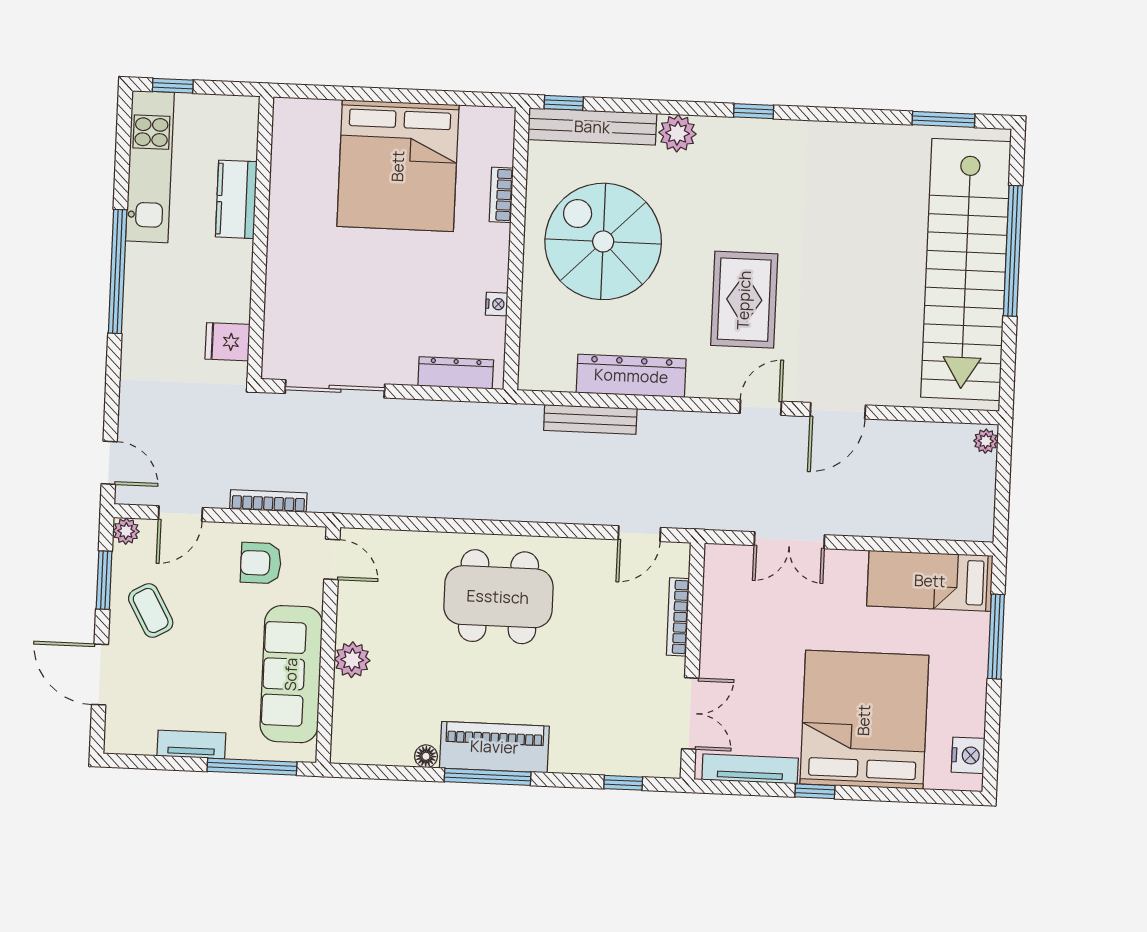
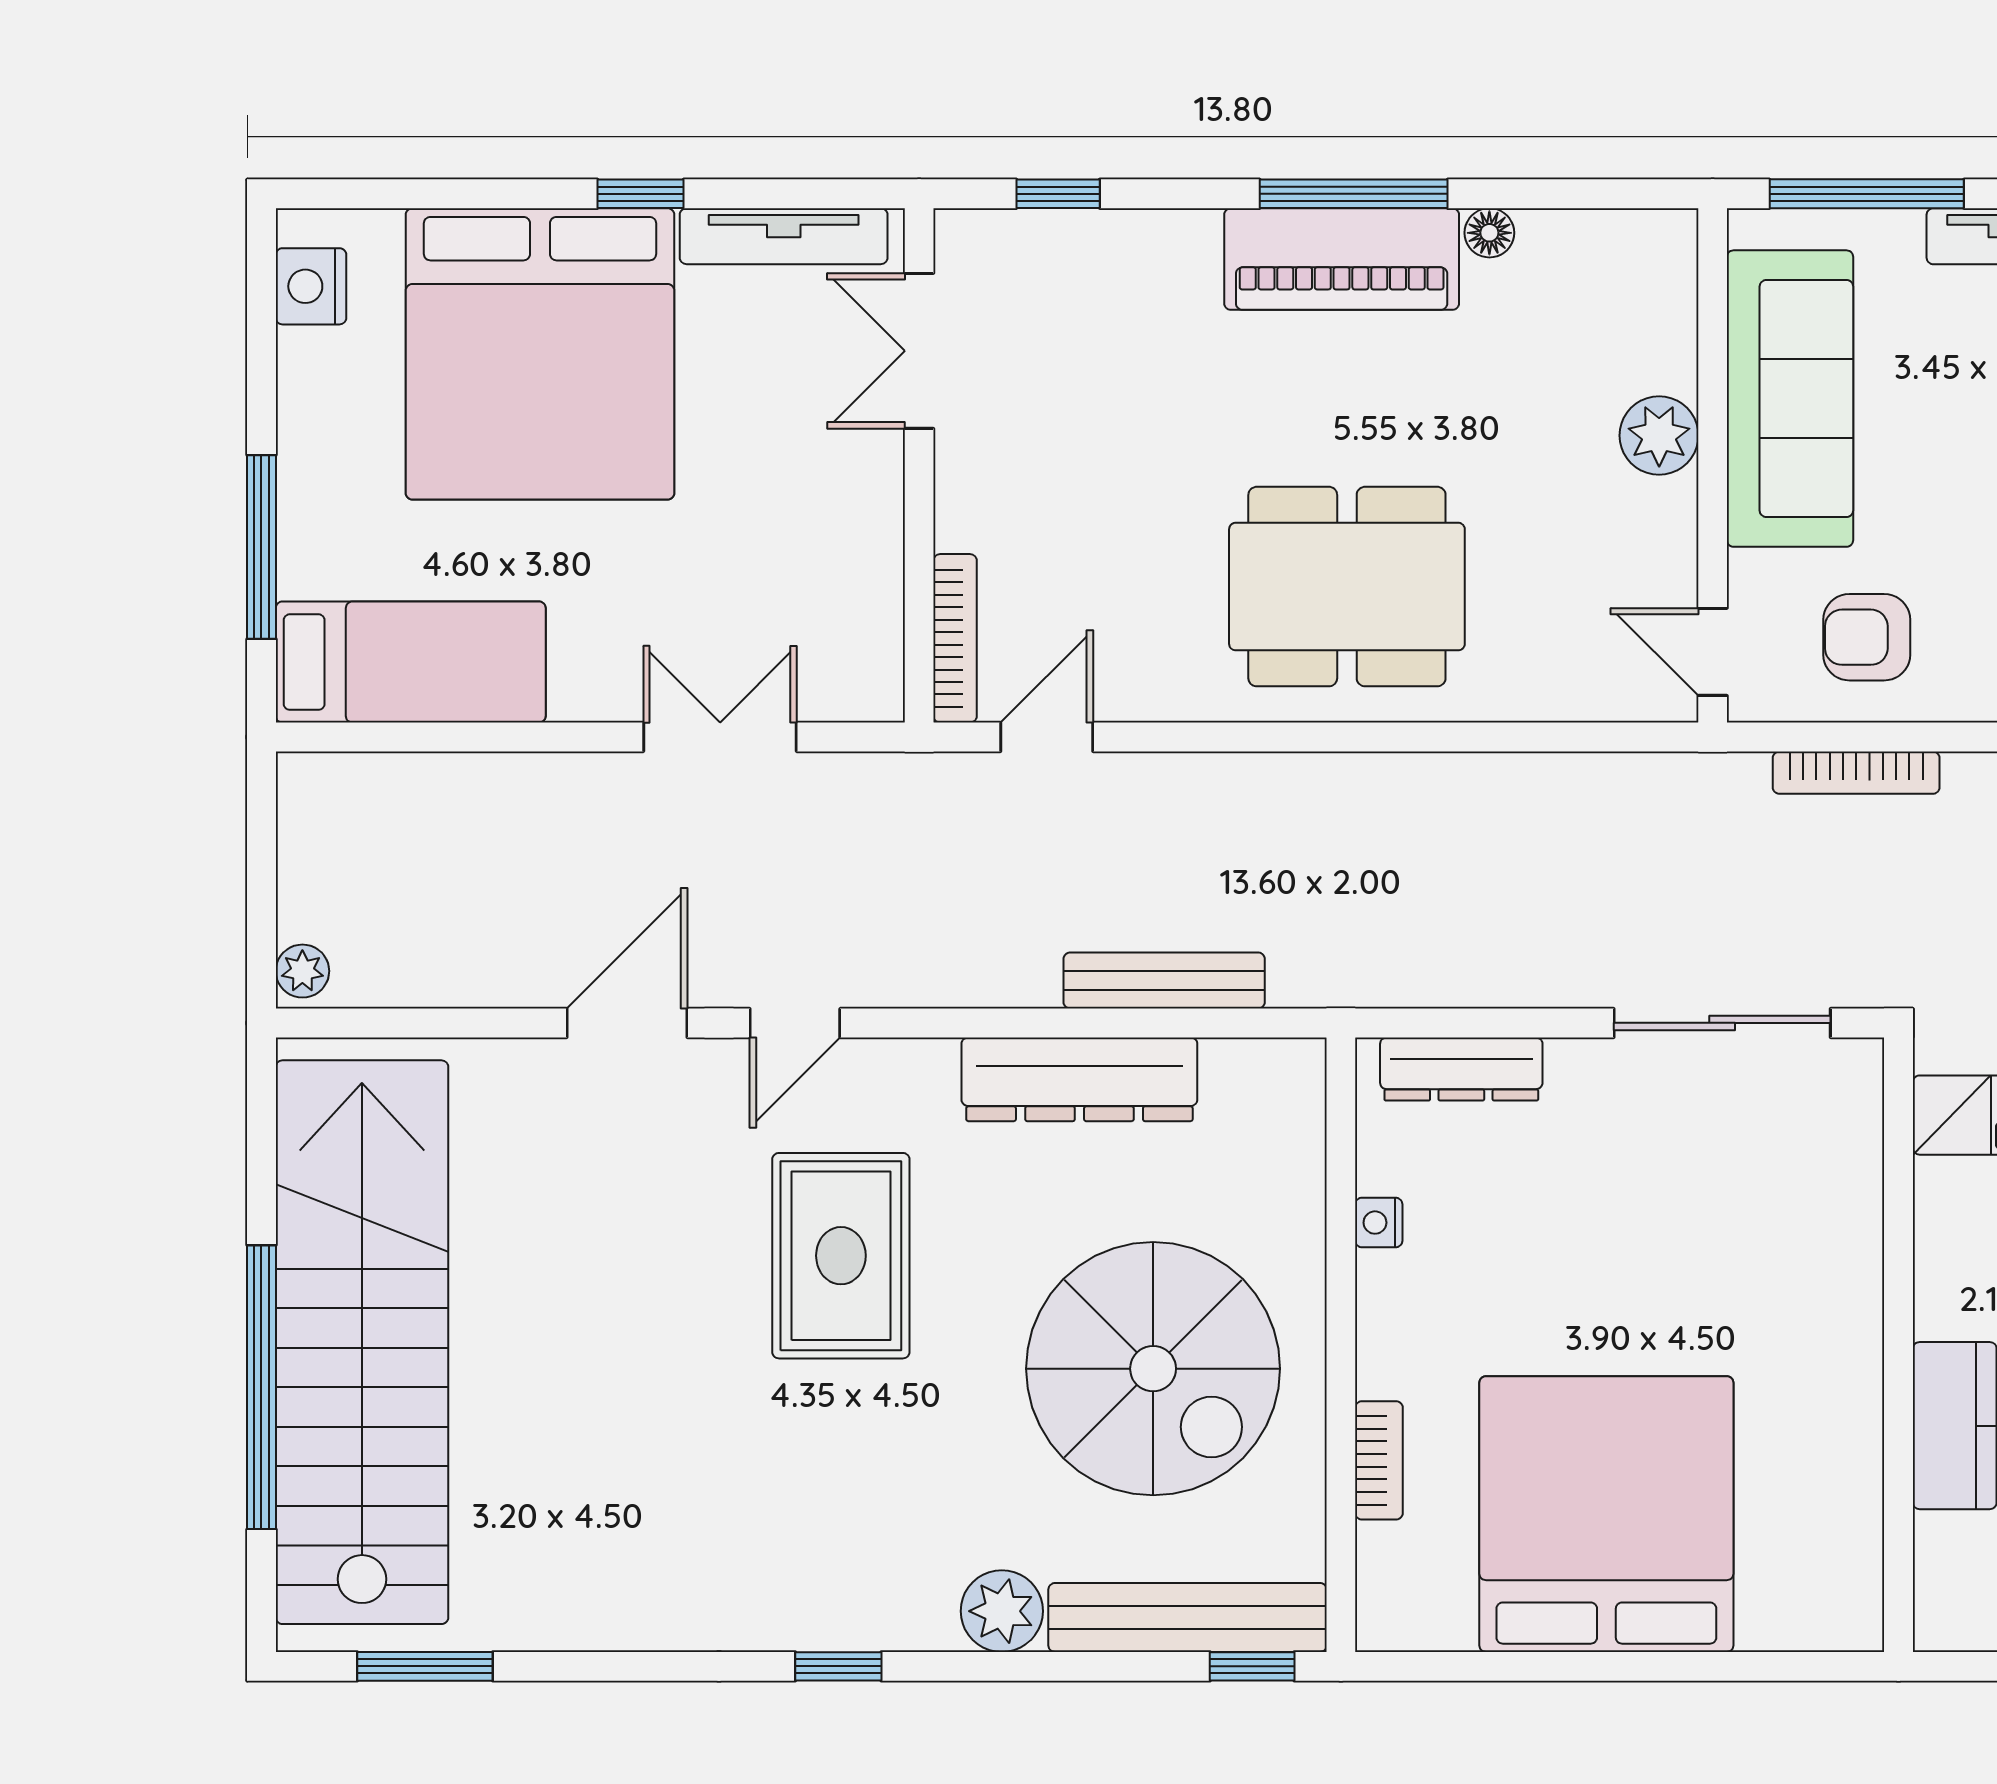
armchair: (261, 563) -> (1867, 637), turned 180
bookcase: (678, 617) -> (955, 638), moved

